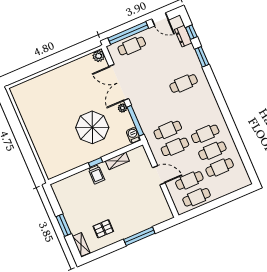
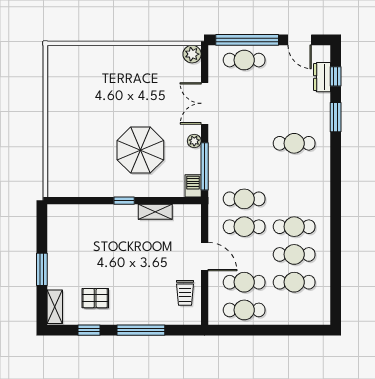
double door: (119, 83) -> (205, 103), width x0.73
trolley: (96, 175) -> (185, 293), moved
window: (108, 250) -> (89, 330), added

